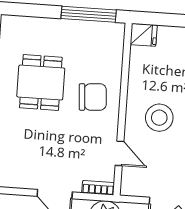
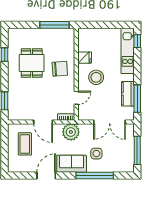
fridge: (144, 35) -> (85, 58), moved
door: (119, 153) -> (76, 98), hinge flipped

